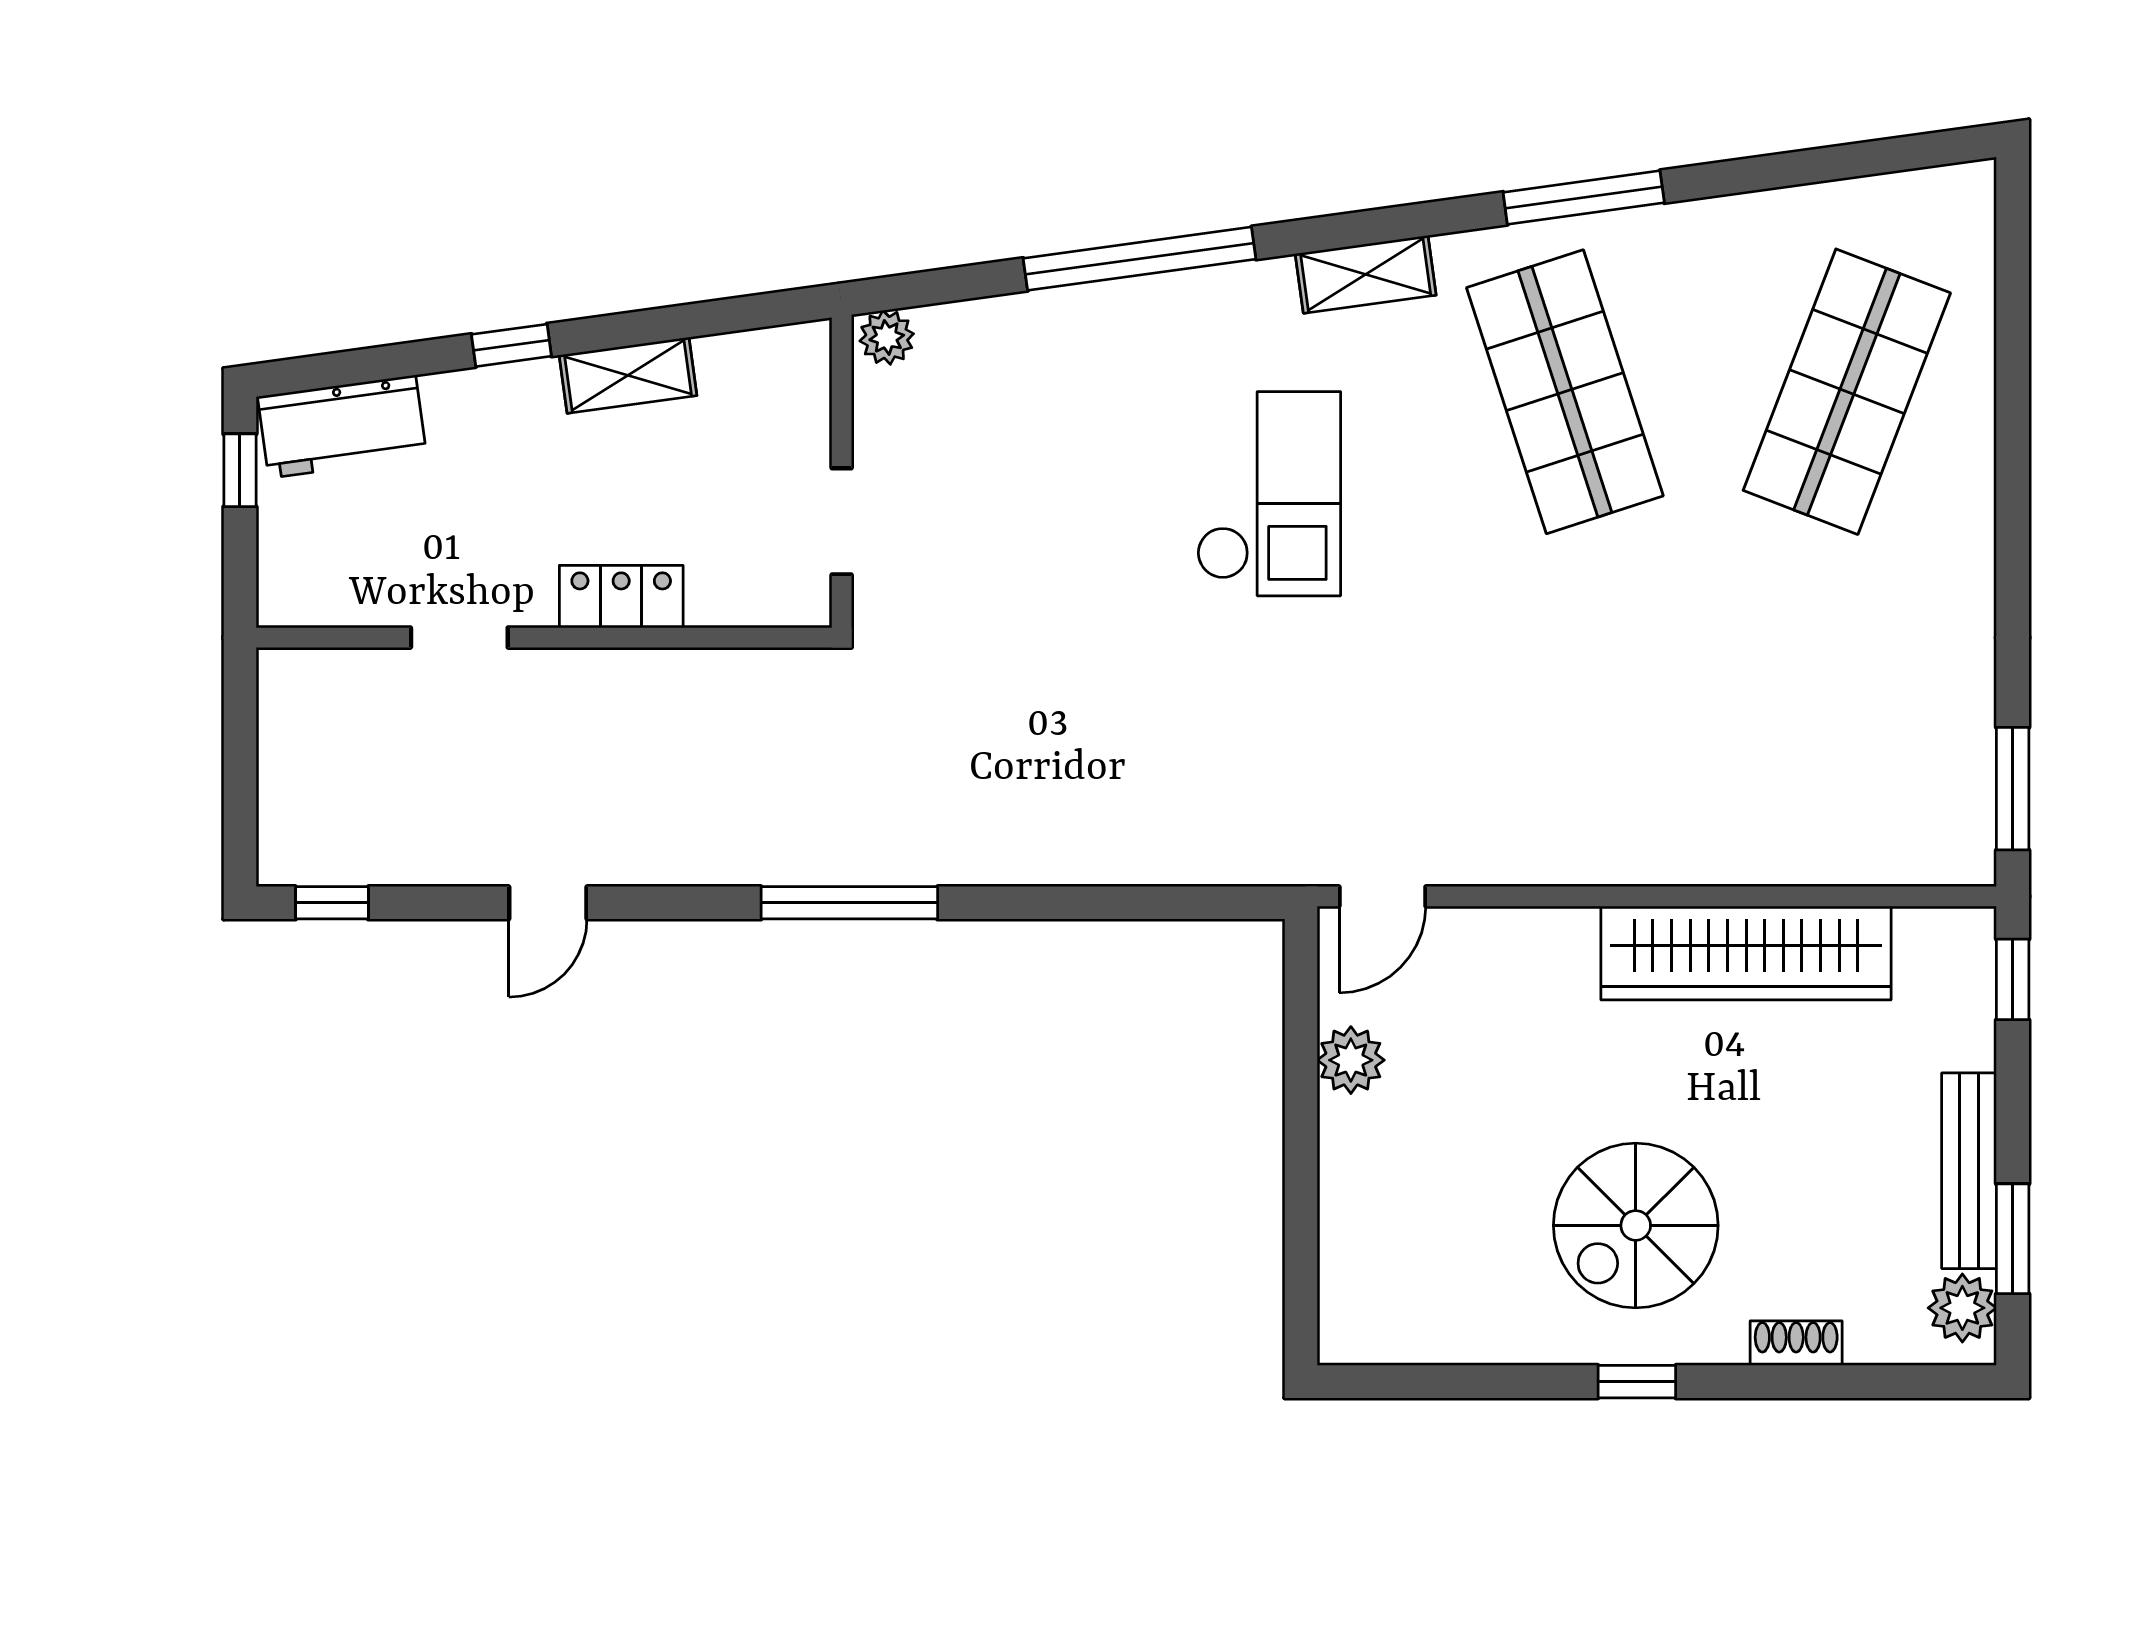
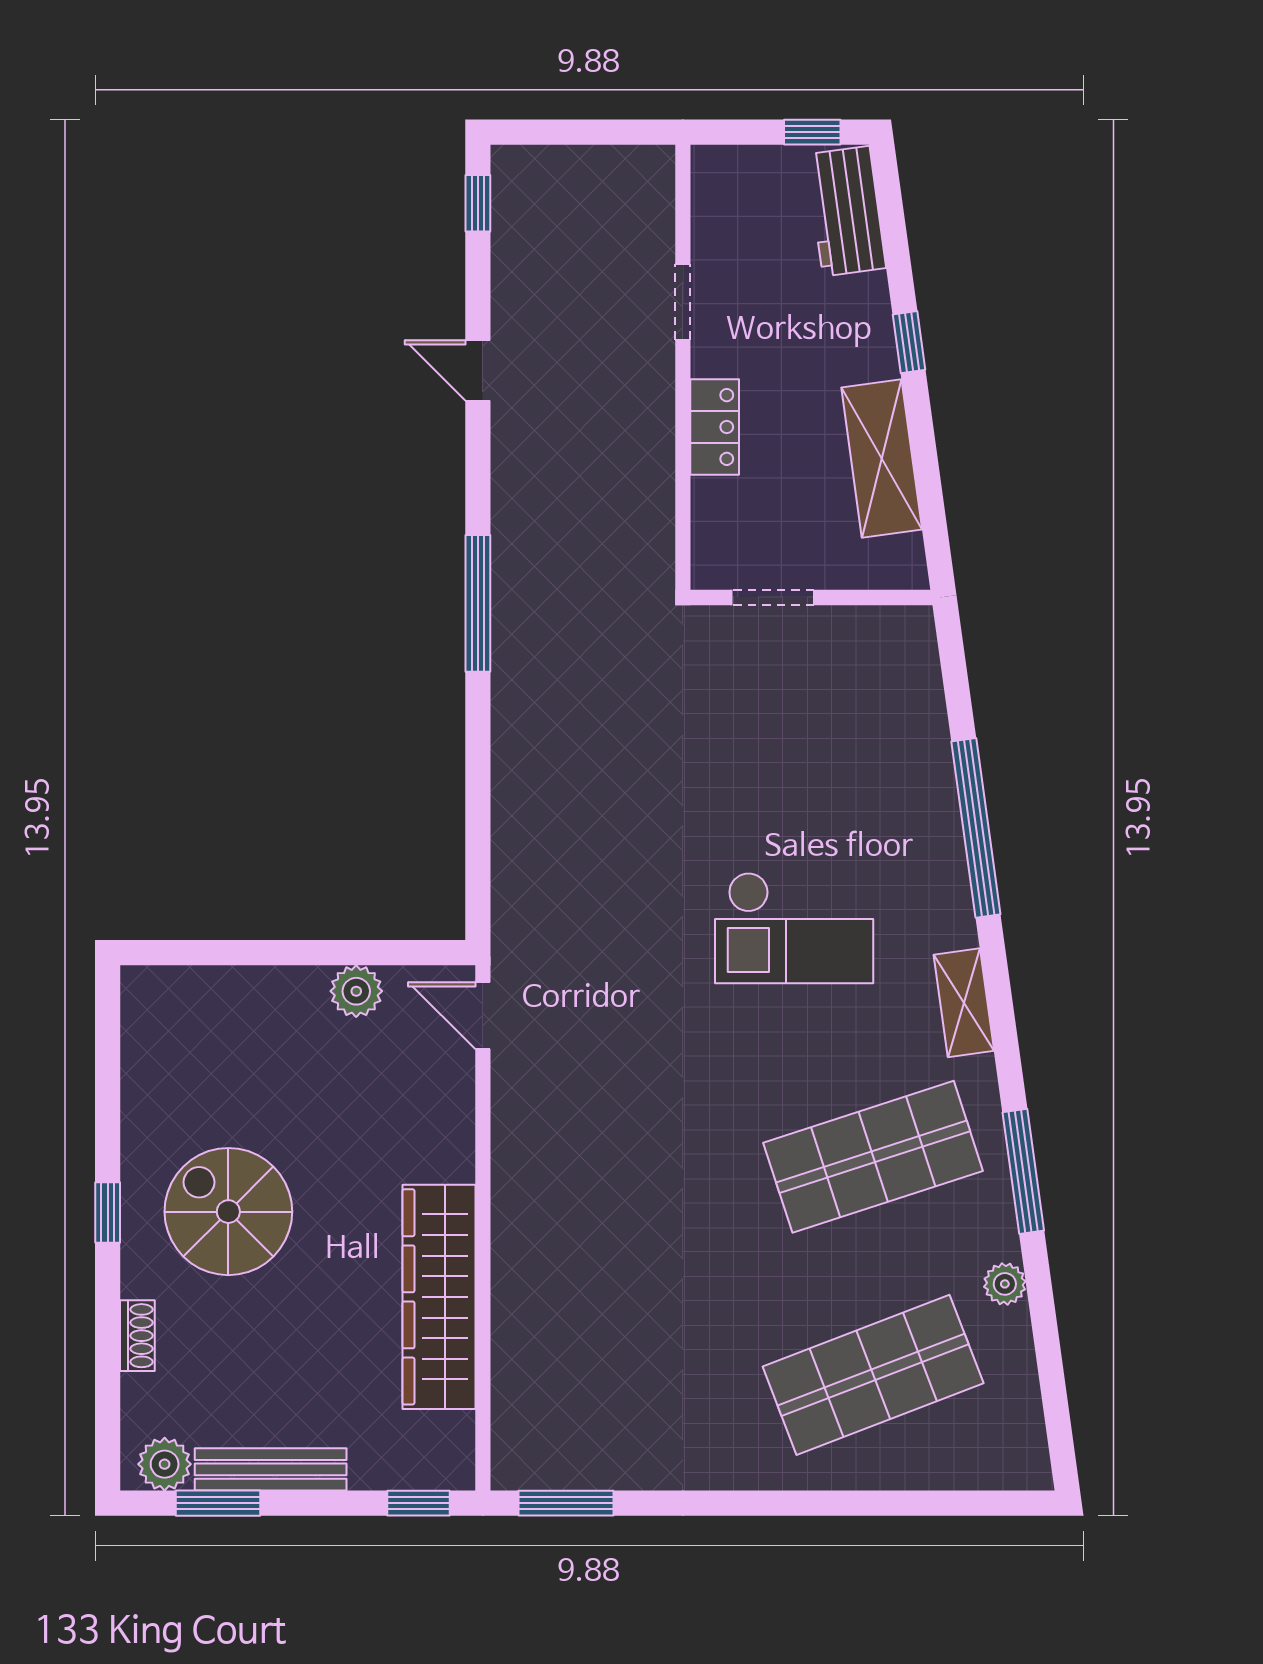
plant: (887, 337) -> (1005, 1284), moved
shelving: (628, 375) -> (882, 458), width x1.50, depth x1.33
shop shelf: (1847, 392) -> (873, 1375), turned -42

